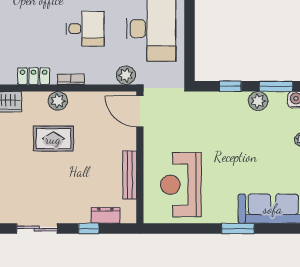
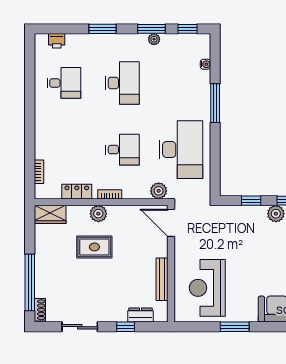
window: (238, 229) -> (235, 327), moved

